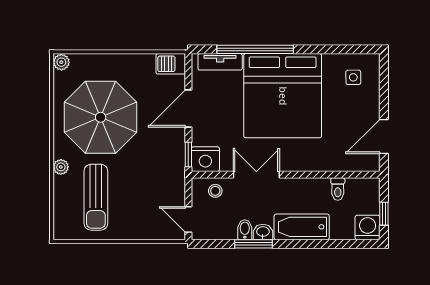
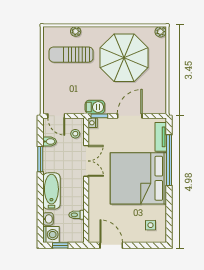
barbecue: (171, 64) -> (95, 107), moved, turned 90
door: (188, 109) -> (130, 116), hinge flipped
nightstand: (205, 159) -> (93, 123), width x0.53, depth x0.56
plant: (61, 167) -> (76, 31), moved
door: (188, 220) -> (56, 116), swing flipped
bidet: (245, 230) -> (50, 141), moved
washbasin: (263, 232) -> (48, 219), moved

